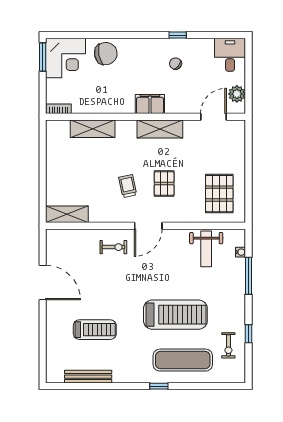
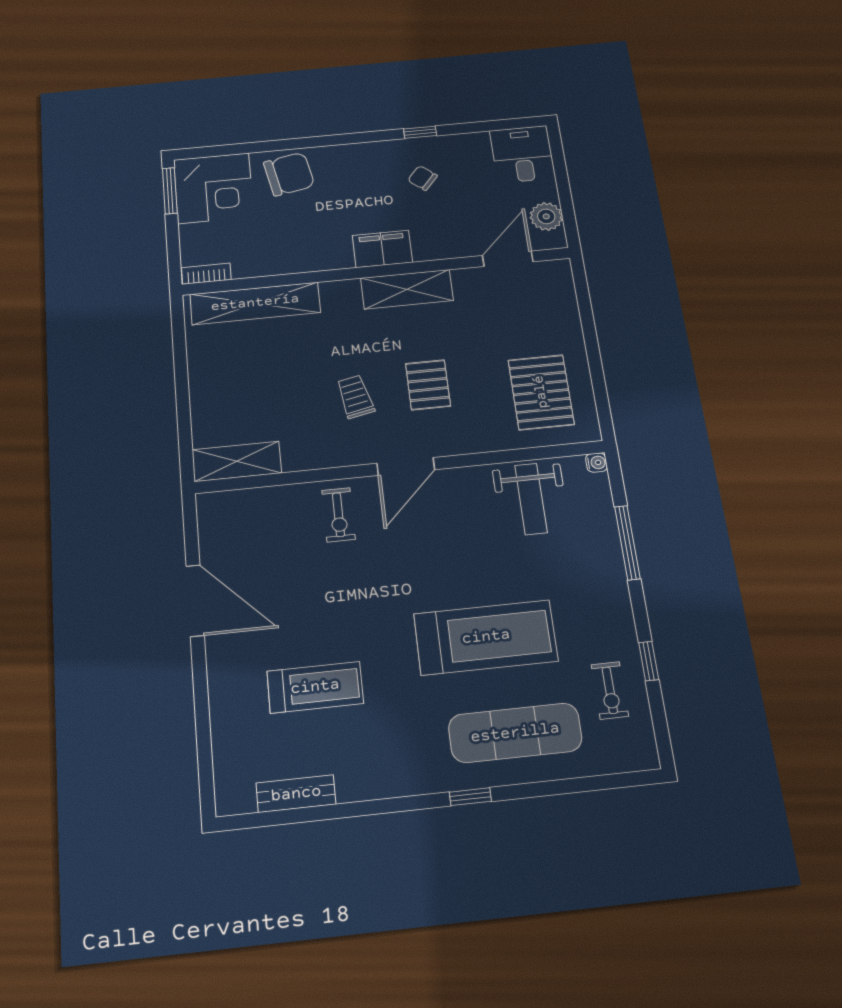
shelving: (93, 129) -> (255, 303), width x1.47
exercise bike: (113, 247) -> (339, 515), turned 90
water cooler: (241, 252) -> (596, 463), moved
bench: (88, 377) -> (296, 794), width x0.73

